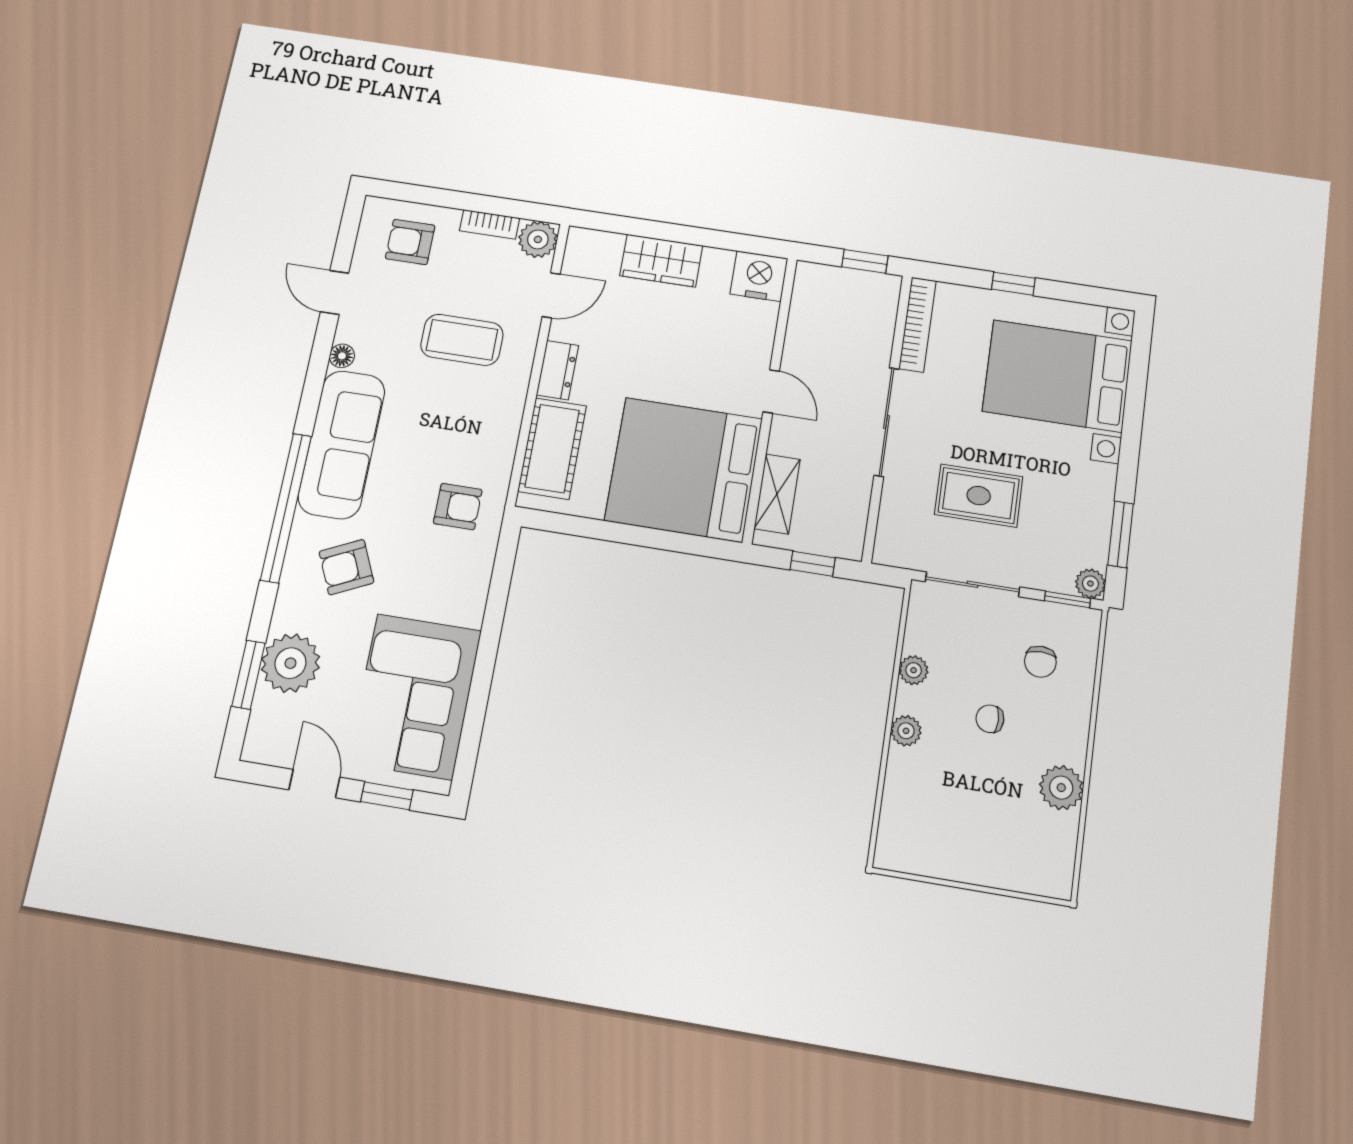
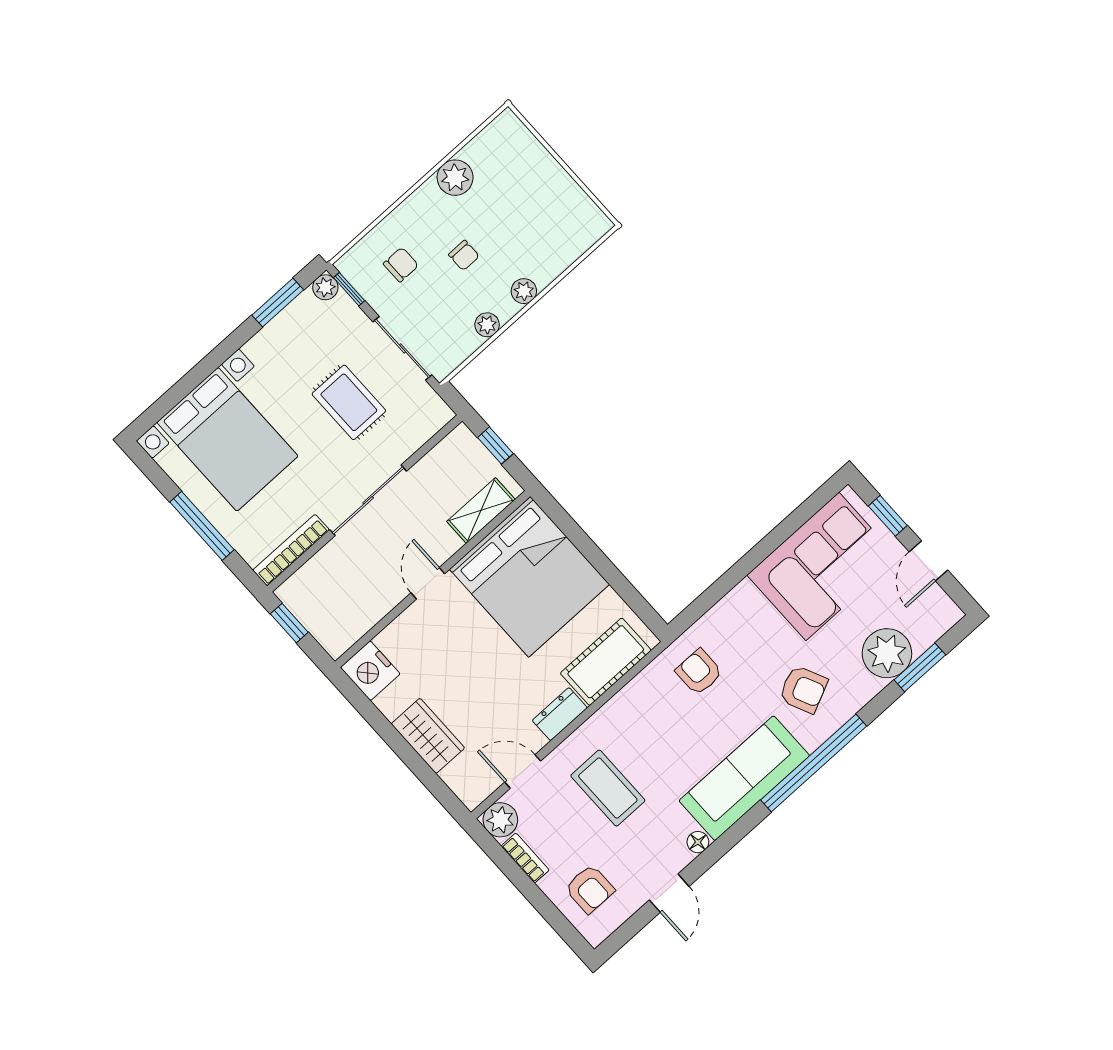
window: (1013, 284) -> (202, 526), width x2.17

